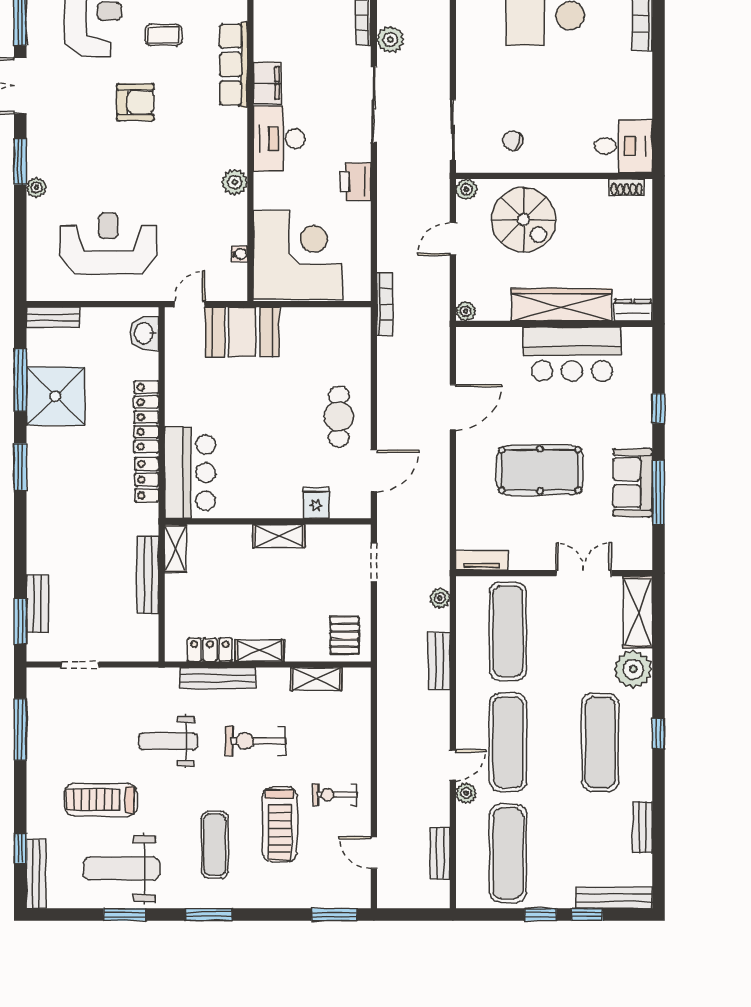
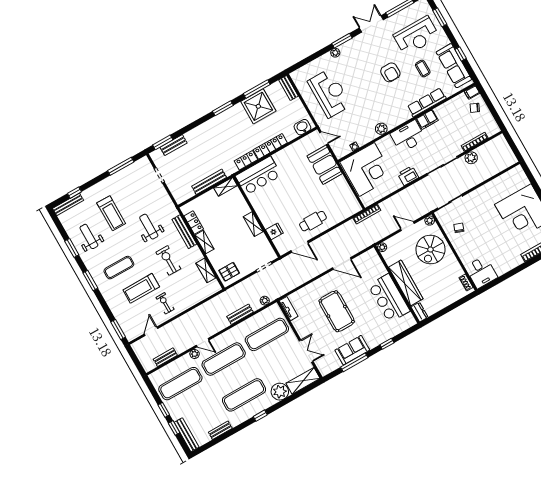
treadmill: (101, 800) -> (111, 213), turned 180
weight bench: (121, 869) -> (89, 236), width x0.73, depth x0.75

